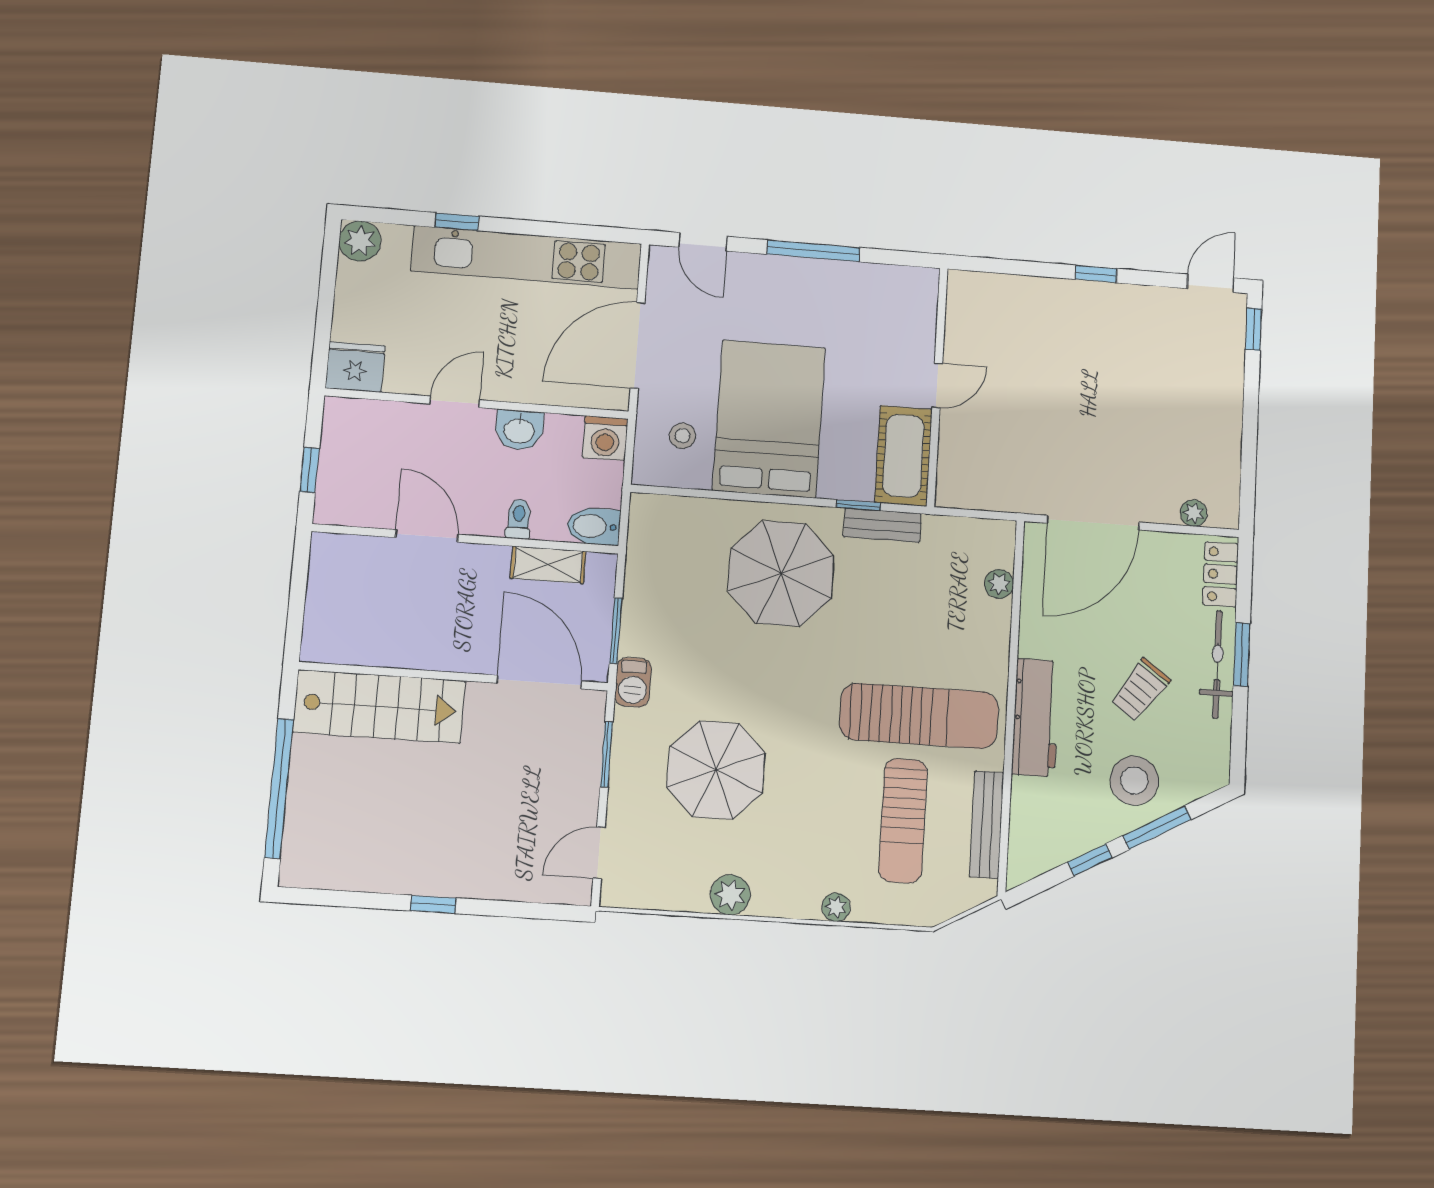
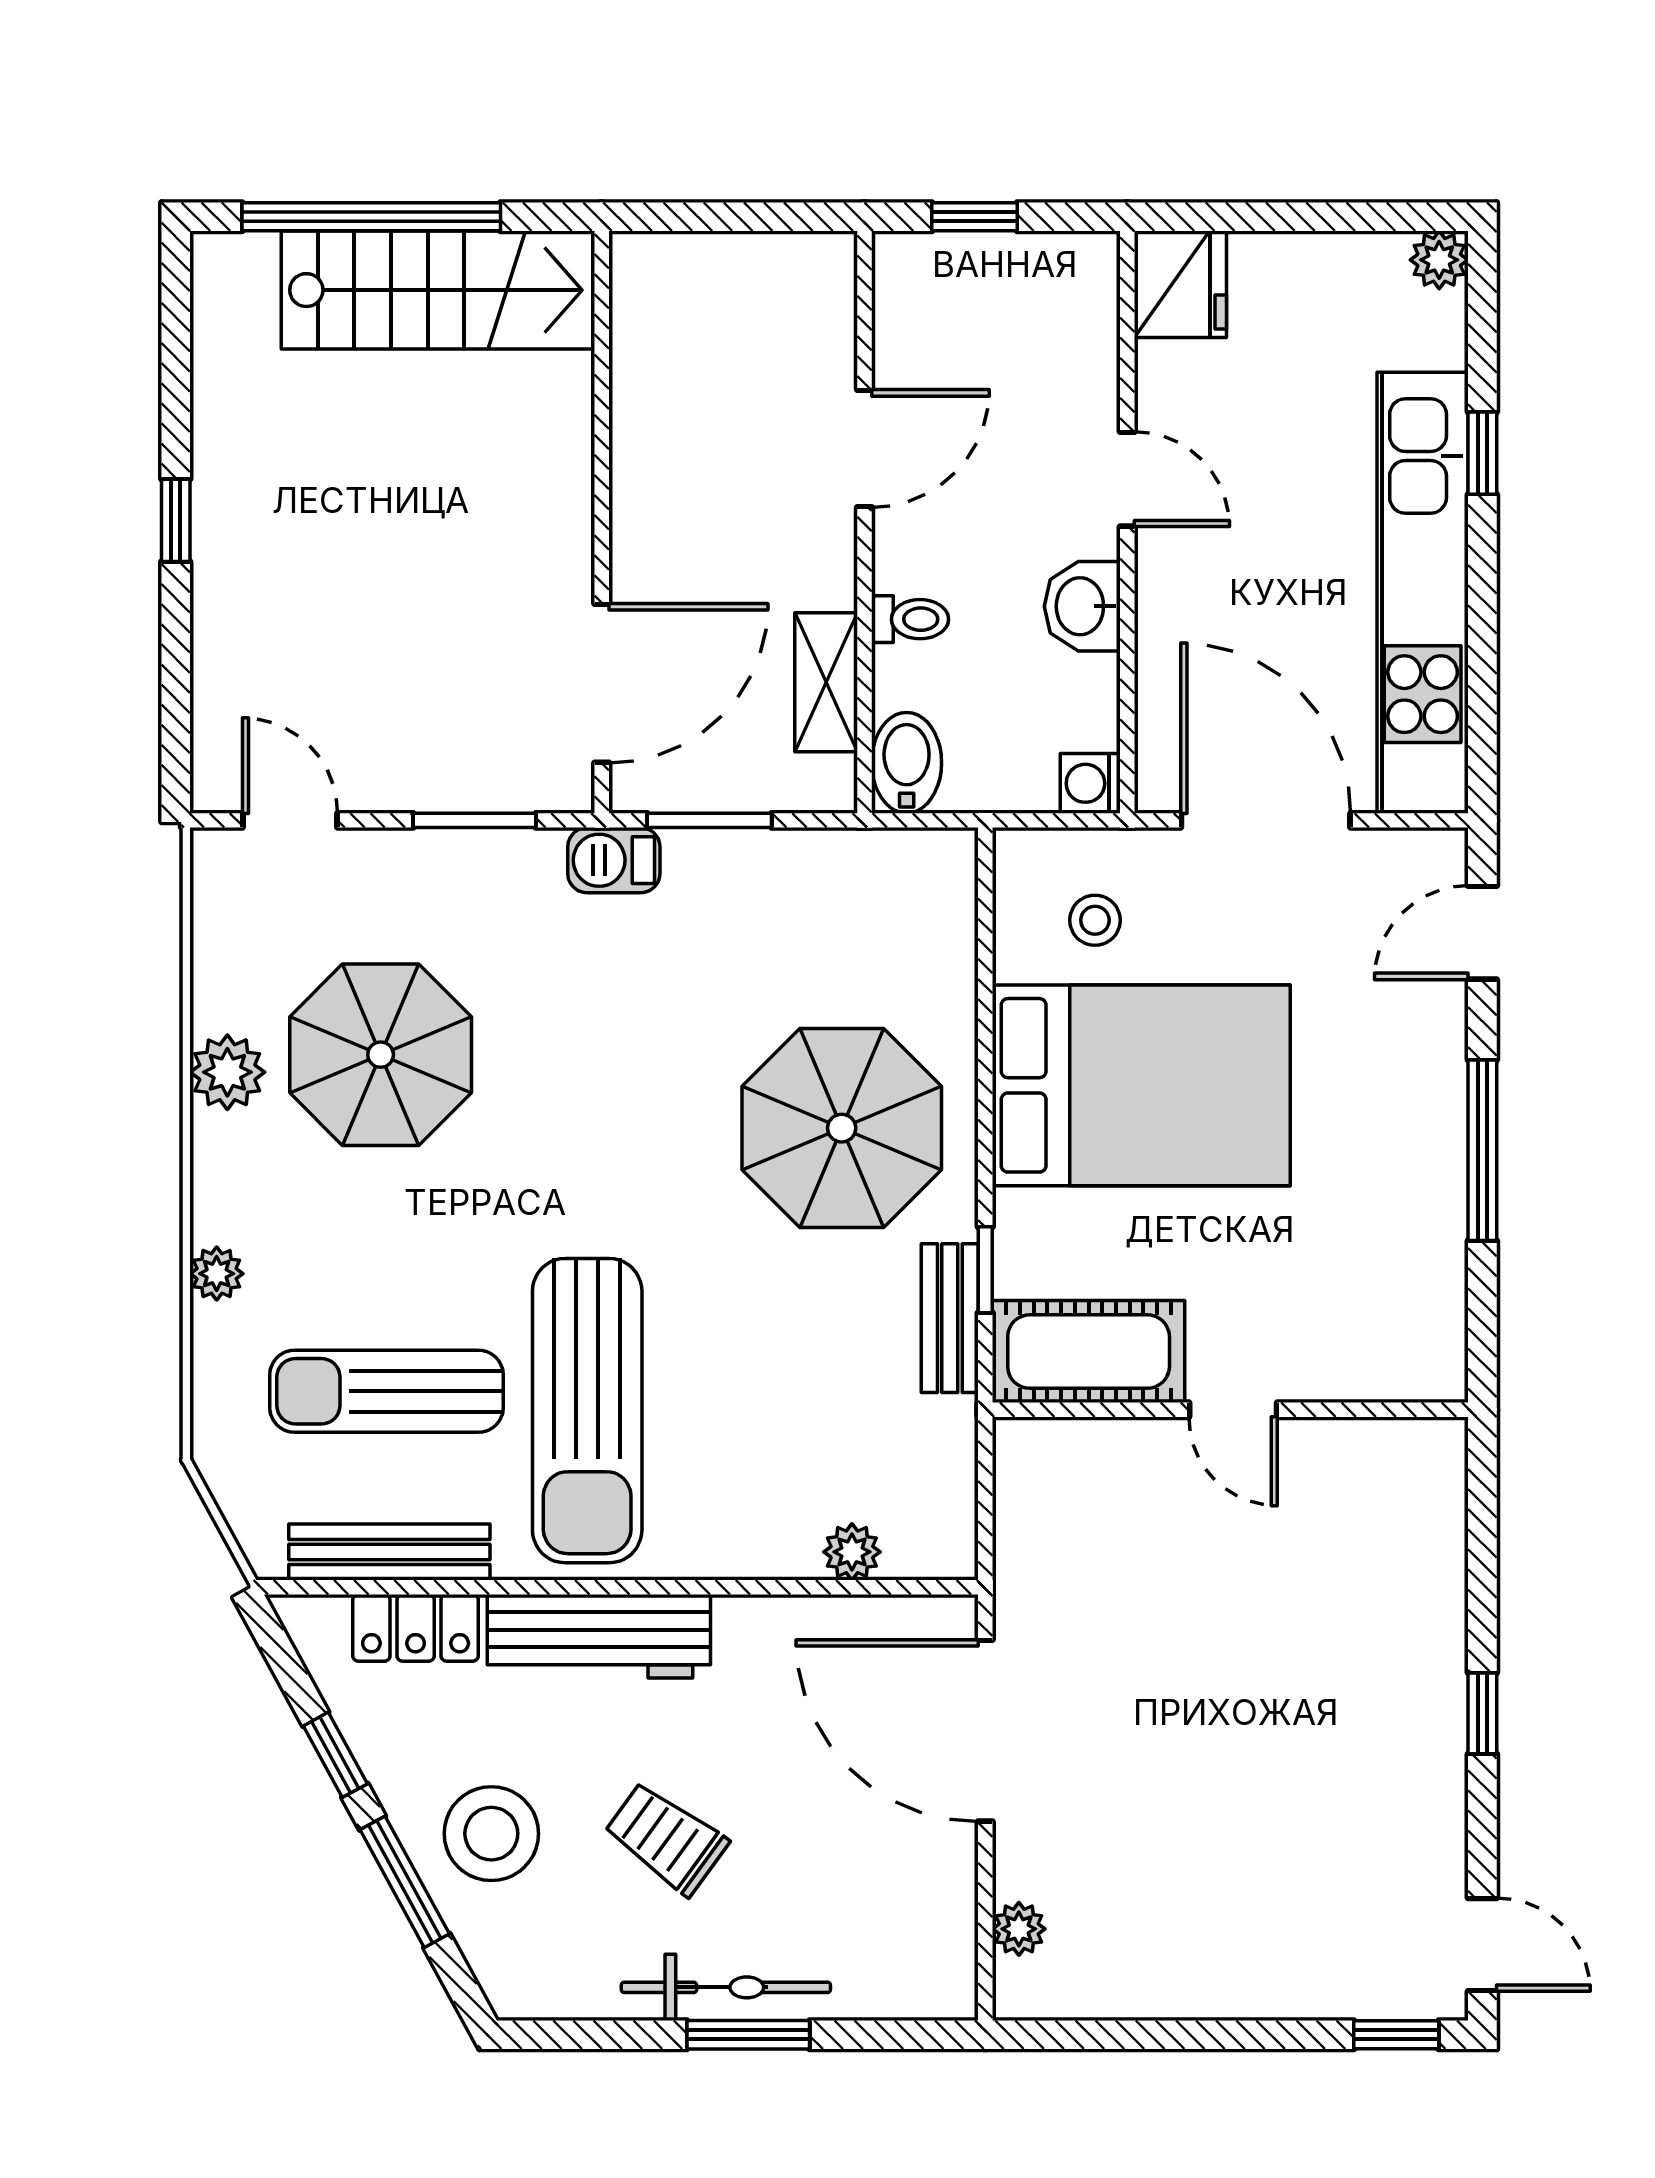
plant: (360, 241) -> (1439, 260), width x0.73, depth x0.73
washing machine: (605, 438) -> (1090, 783), width x0.73, depth x0.73
locker: (1221, 574) -> (416, 1628), moved, turned 180
stairs: (379, 706) -> (438, 290), moved, turned -90
parasol: (716, 770) -> (381, 1055), moved

